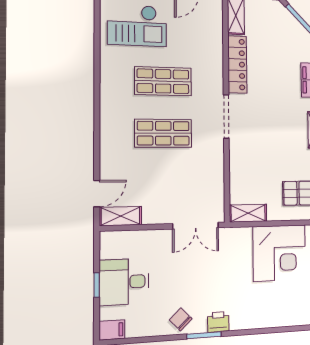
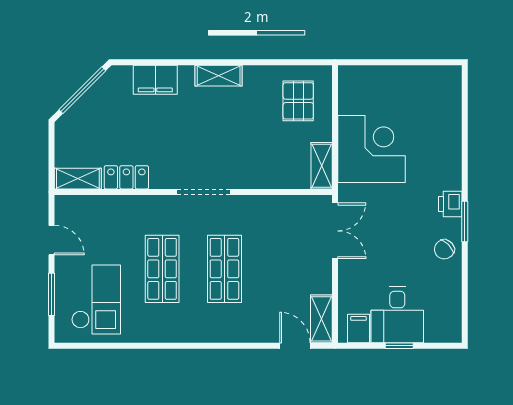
locker: (237, 64) -> (126, 177), width x0.66
corner desk: (279, 253) -> (371, 149), moved
filing cabinet: (112, 330) -> (358, 329), moved

